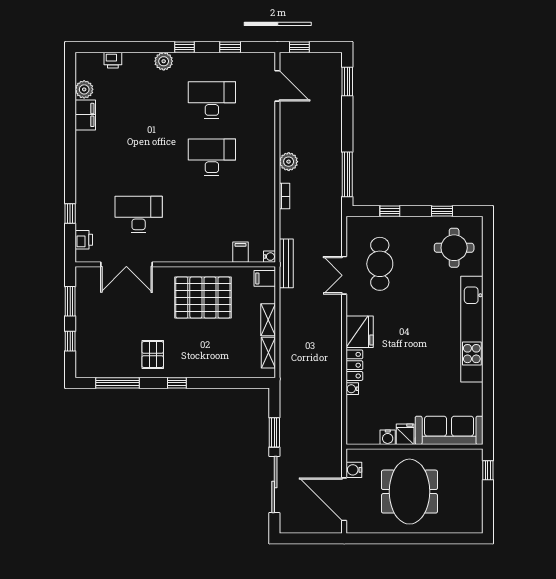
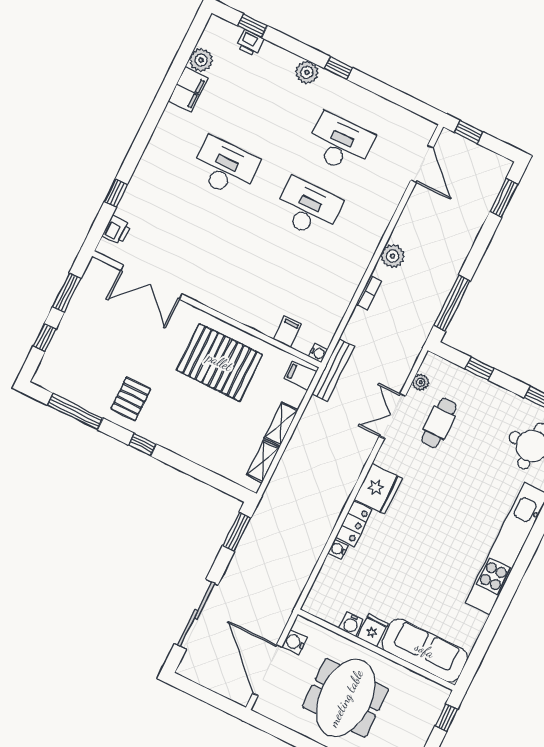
window: (230, 47) -> (253, 26), moved
desk: (139, 214) -> (225, 167), moved
plant: (353, 241) -> (421, 382), added
cafe table: (380, 264) -> (439, 423), width x0.73, depth x0.74
window: (274, 432) -> (237, 532), moved

